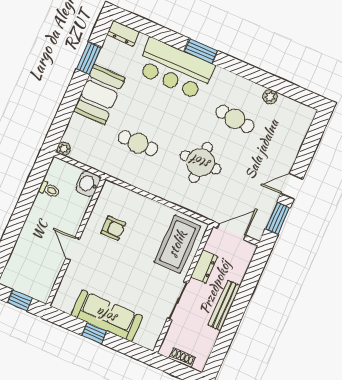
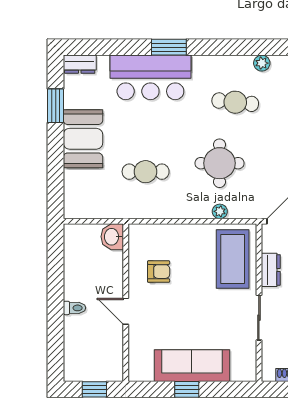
plant: (64, 149) -> (220, 211), moved
toilet: (49, 190) -> (74, 308), moved

